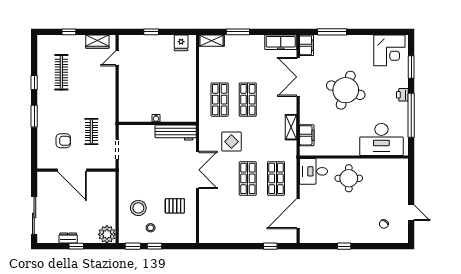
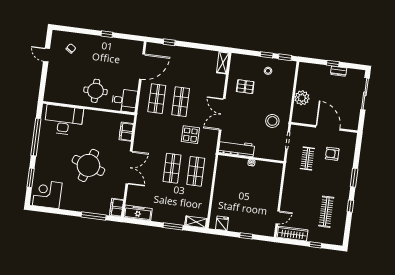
wardrobe: (97, 42) -> (293, 234), width x1.50
double door: (298, 77) -> (129, 167), moved
printer: (402, 95) -> (41, 155), removed
shelving: (291, 127) -> (223, 63), moved
stool: (138, 208) -> (272, 121), moved
plant: (107, 234) -> (302, 98), moved

